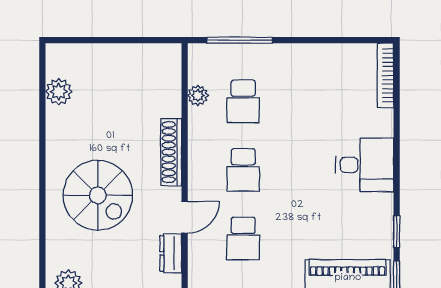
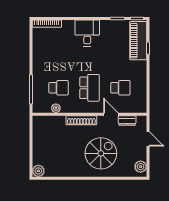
plant: (59, 92) -> (38, 171), moved
school desk: (243, 170) -> (89, 88), width x1.85

